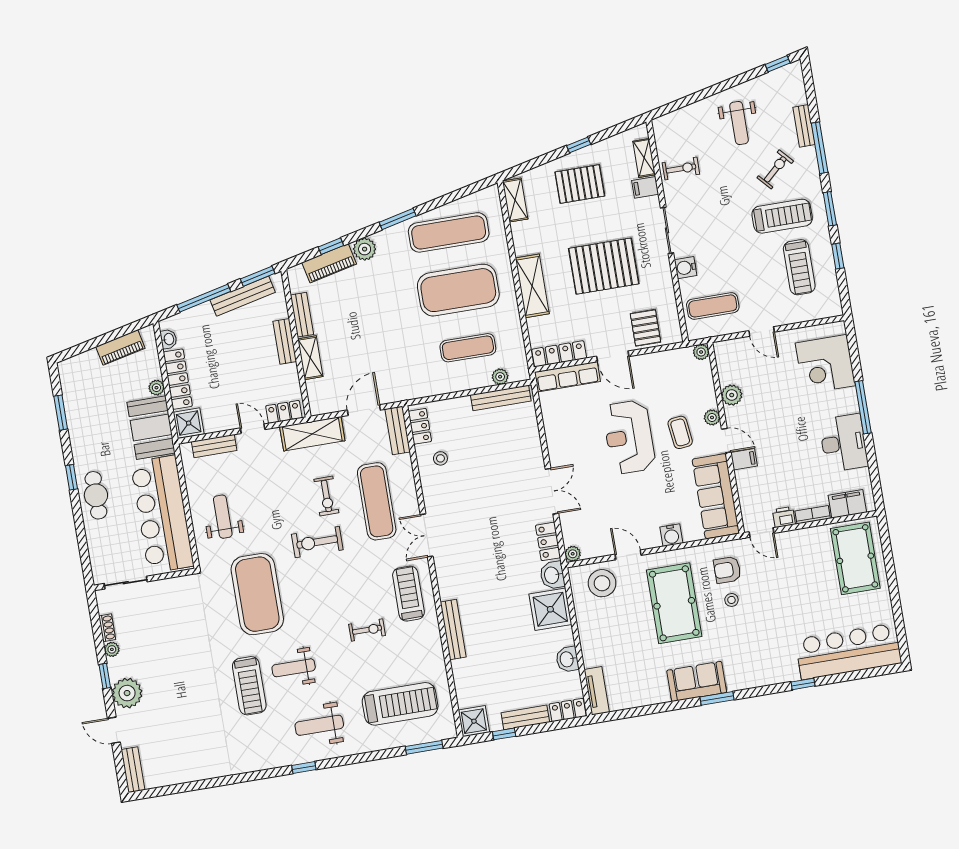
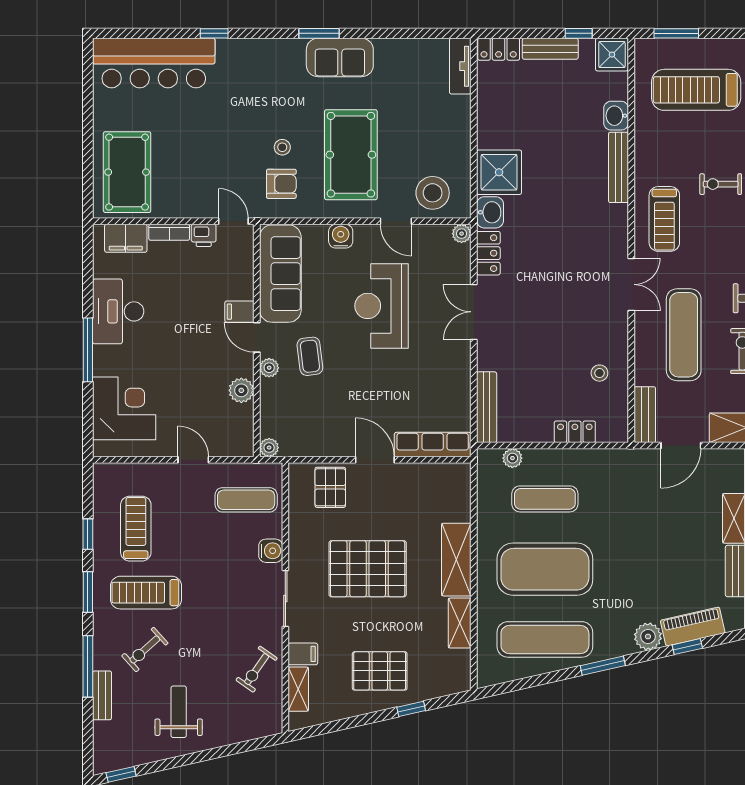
window: (579, 145) -> (411, 709), moved
exercise bike: (681, 169) -> (257, 669), turned -55
shelving: (515, 200) -> (460, 623), moved
locker: (559, 354) -> (438, 474), removed
bench: (501, 398) -> (487, 407), moved, turned 90
locker: (420, 426) -> (575, 432), moved, turned 90
reception desk: (629, 437) -> (382, 306), moved, turned 180
washbasin: (567, 659) -> (616, 116), moved, turned 180

